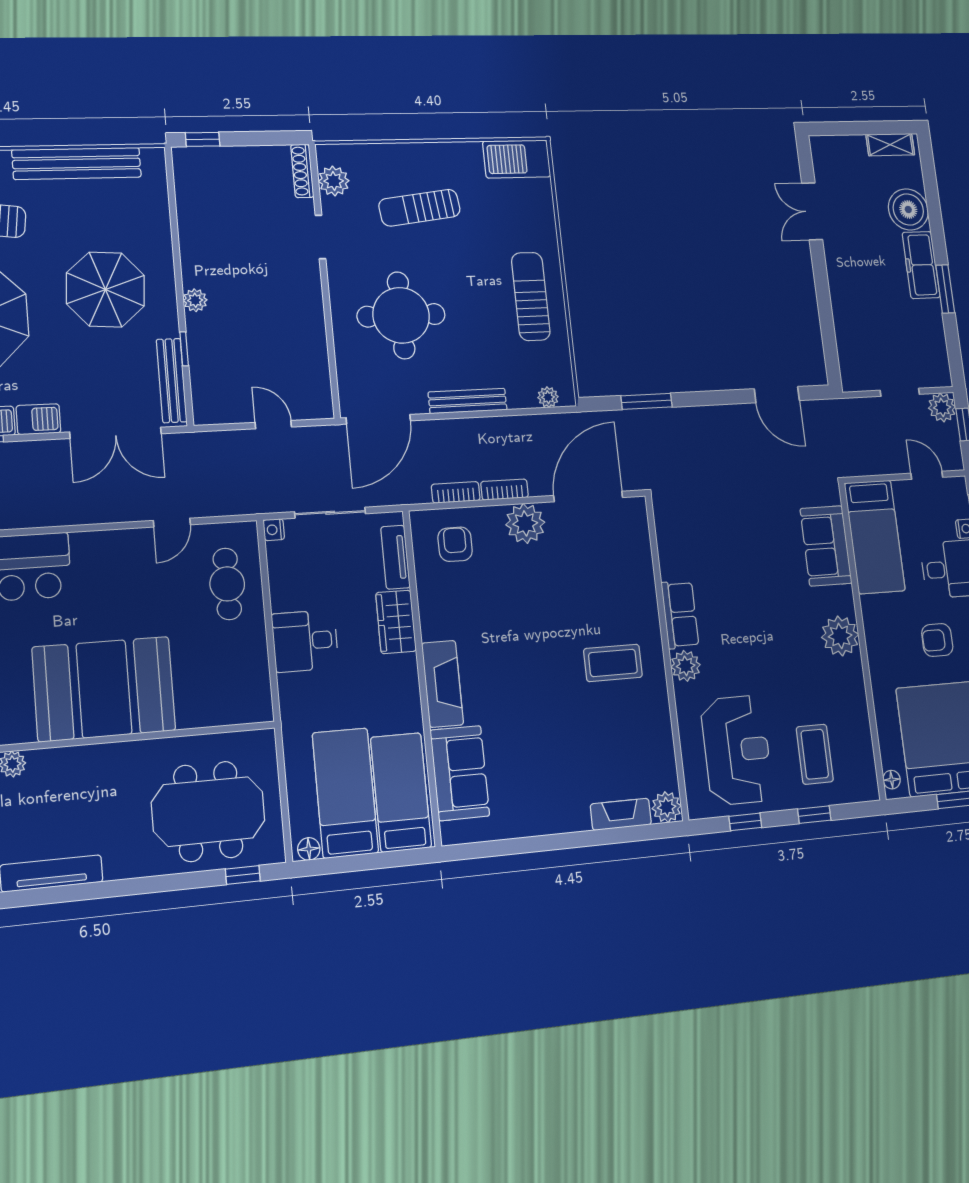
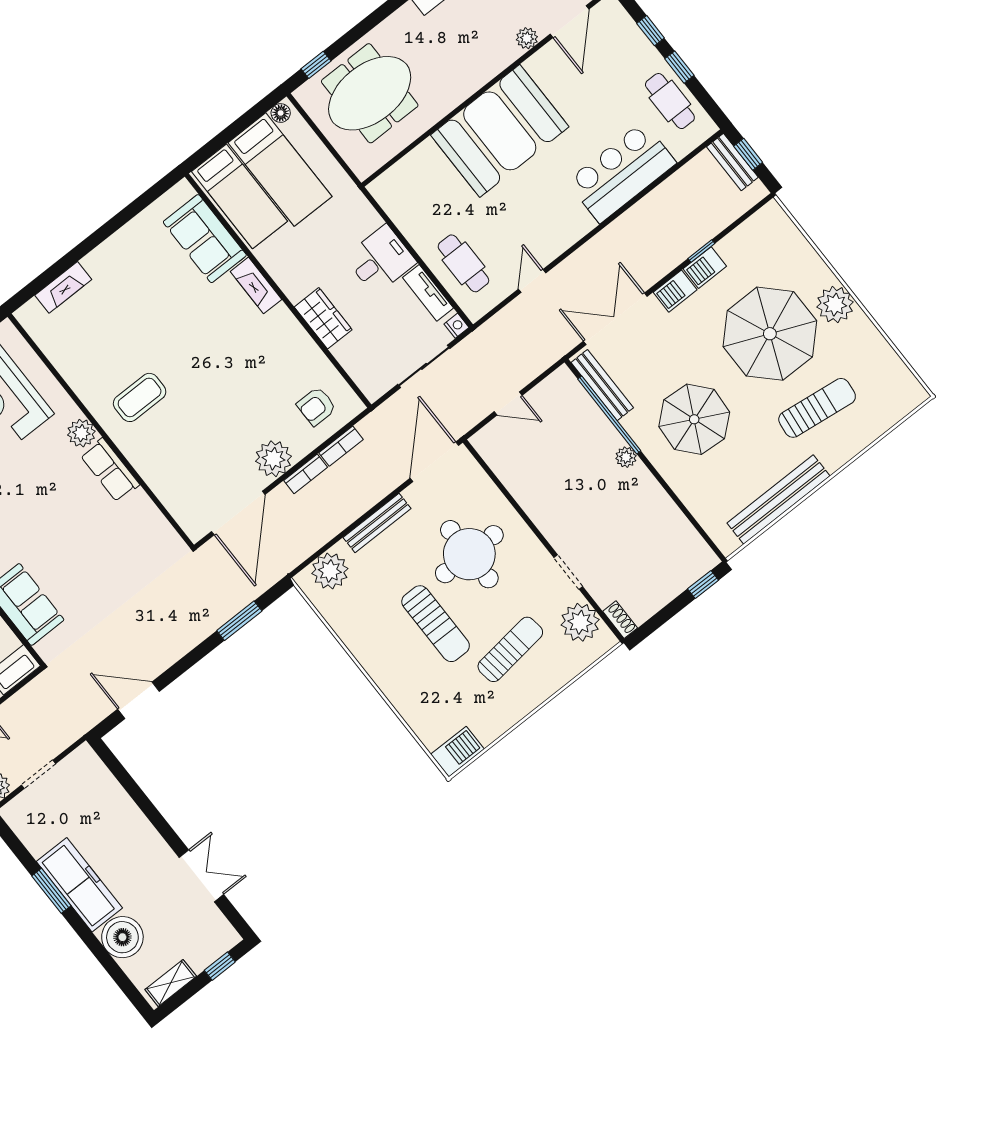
window: (841, 128) -> (220, 966), added
barbecue: (517, 159) -> (457, 752), width x0.73, depth x0.83
shoe rack: (302, 171) -> (620, 620), width x0.70
plant: (334, 181) -> (580, 622), width x1.36, depth x1.36
freezer: (921, 265) -> (79, 885), width x1.36, depth x1.26
sun lounger: (531, 296) -> (436, 624), moved
window: (184, 349) -> (609, 415), width x3.17
plant: (548, 397) -> (330, 571), width x1.87, depth x1.87
armchair: (455, 544) -> (316, 406), turned 90
tv unit: (395, 557) -> (428, 293), moved, turned 180
fireplace: (443, 684) -> (256, 285), width x0.73, depth x0.76
plant: (667, 807) -> (31, 316), removed

